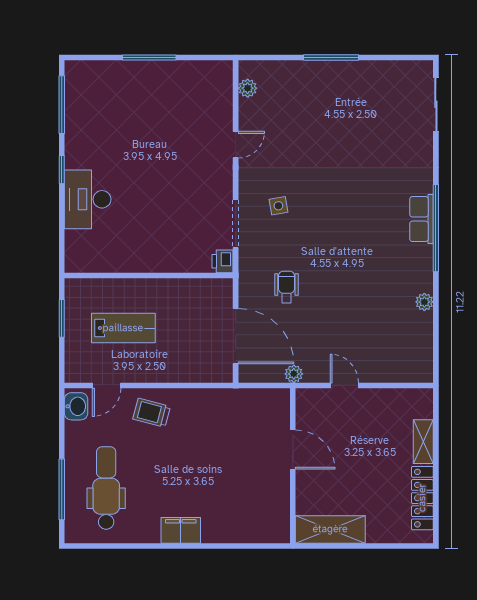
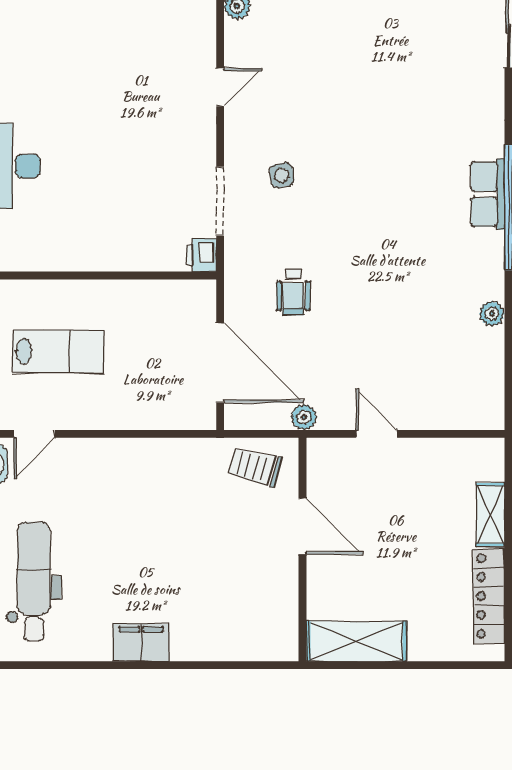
wheelchair: (286, 287) -> (293, 292), turned 180
trolley: (152, 413) -> (255, 467), moved

